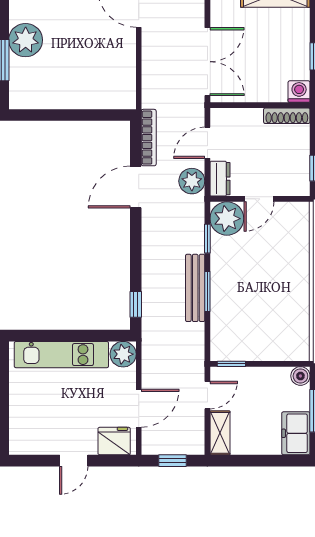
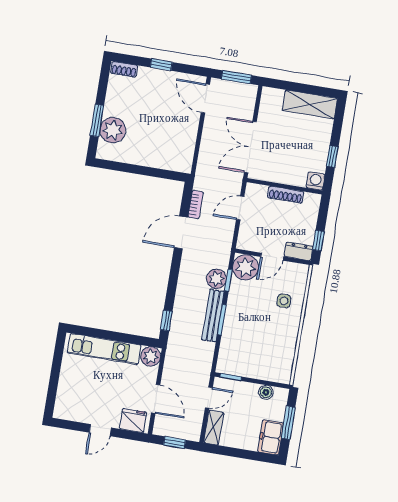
plant: (26, 40) -> (113, 130), moved
double door: (207, 62) -> (250, 147), swing flipped
shoe rack: (287, 116) -> (286, 195), moved
bookcase: (149, 138) -> (196, 204), width x0.64
dresser: (220, 179) -> (299, 251), moved, turned -90
plant: (192, 181) -> (216, 279), moved
side table: (284, 254) -> (284, 301), added
boiler: (300, 376) -> (266, 392), moved
door: (139, 408) -> (156, 399), hinge flipped

